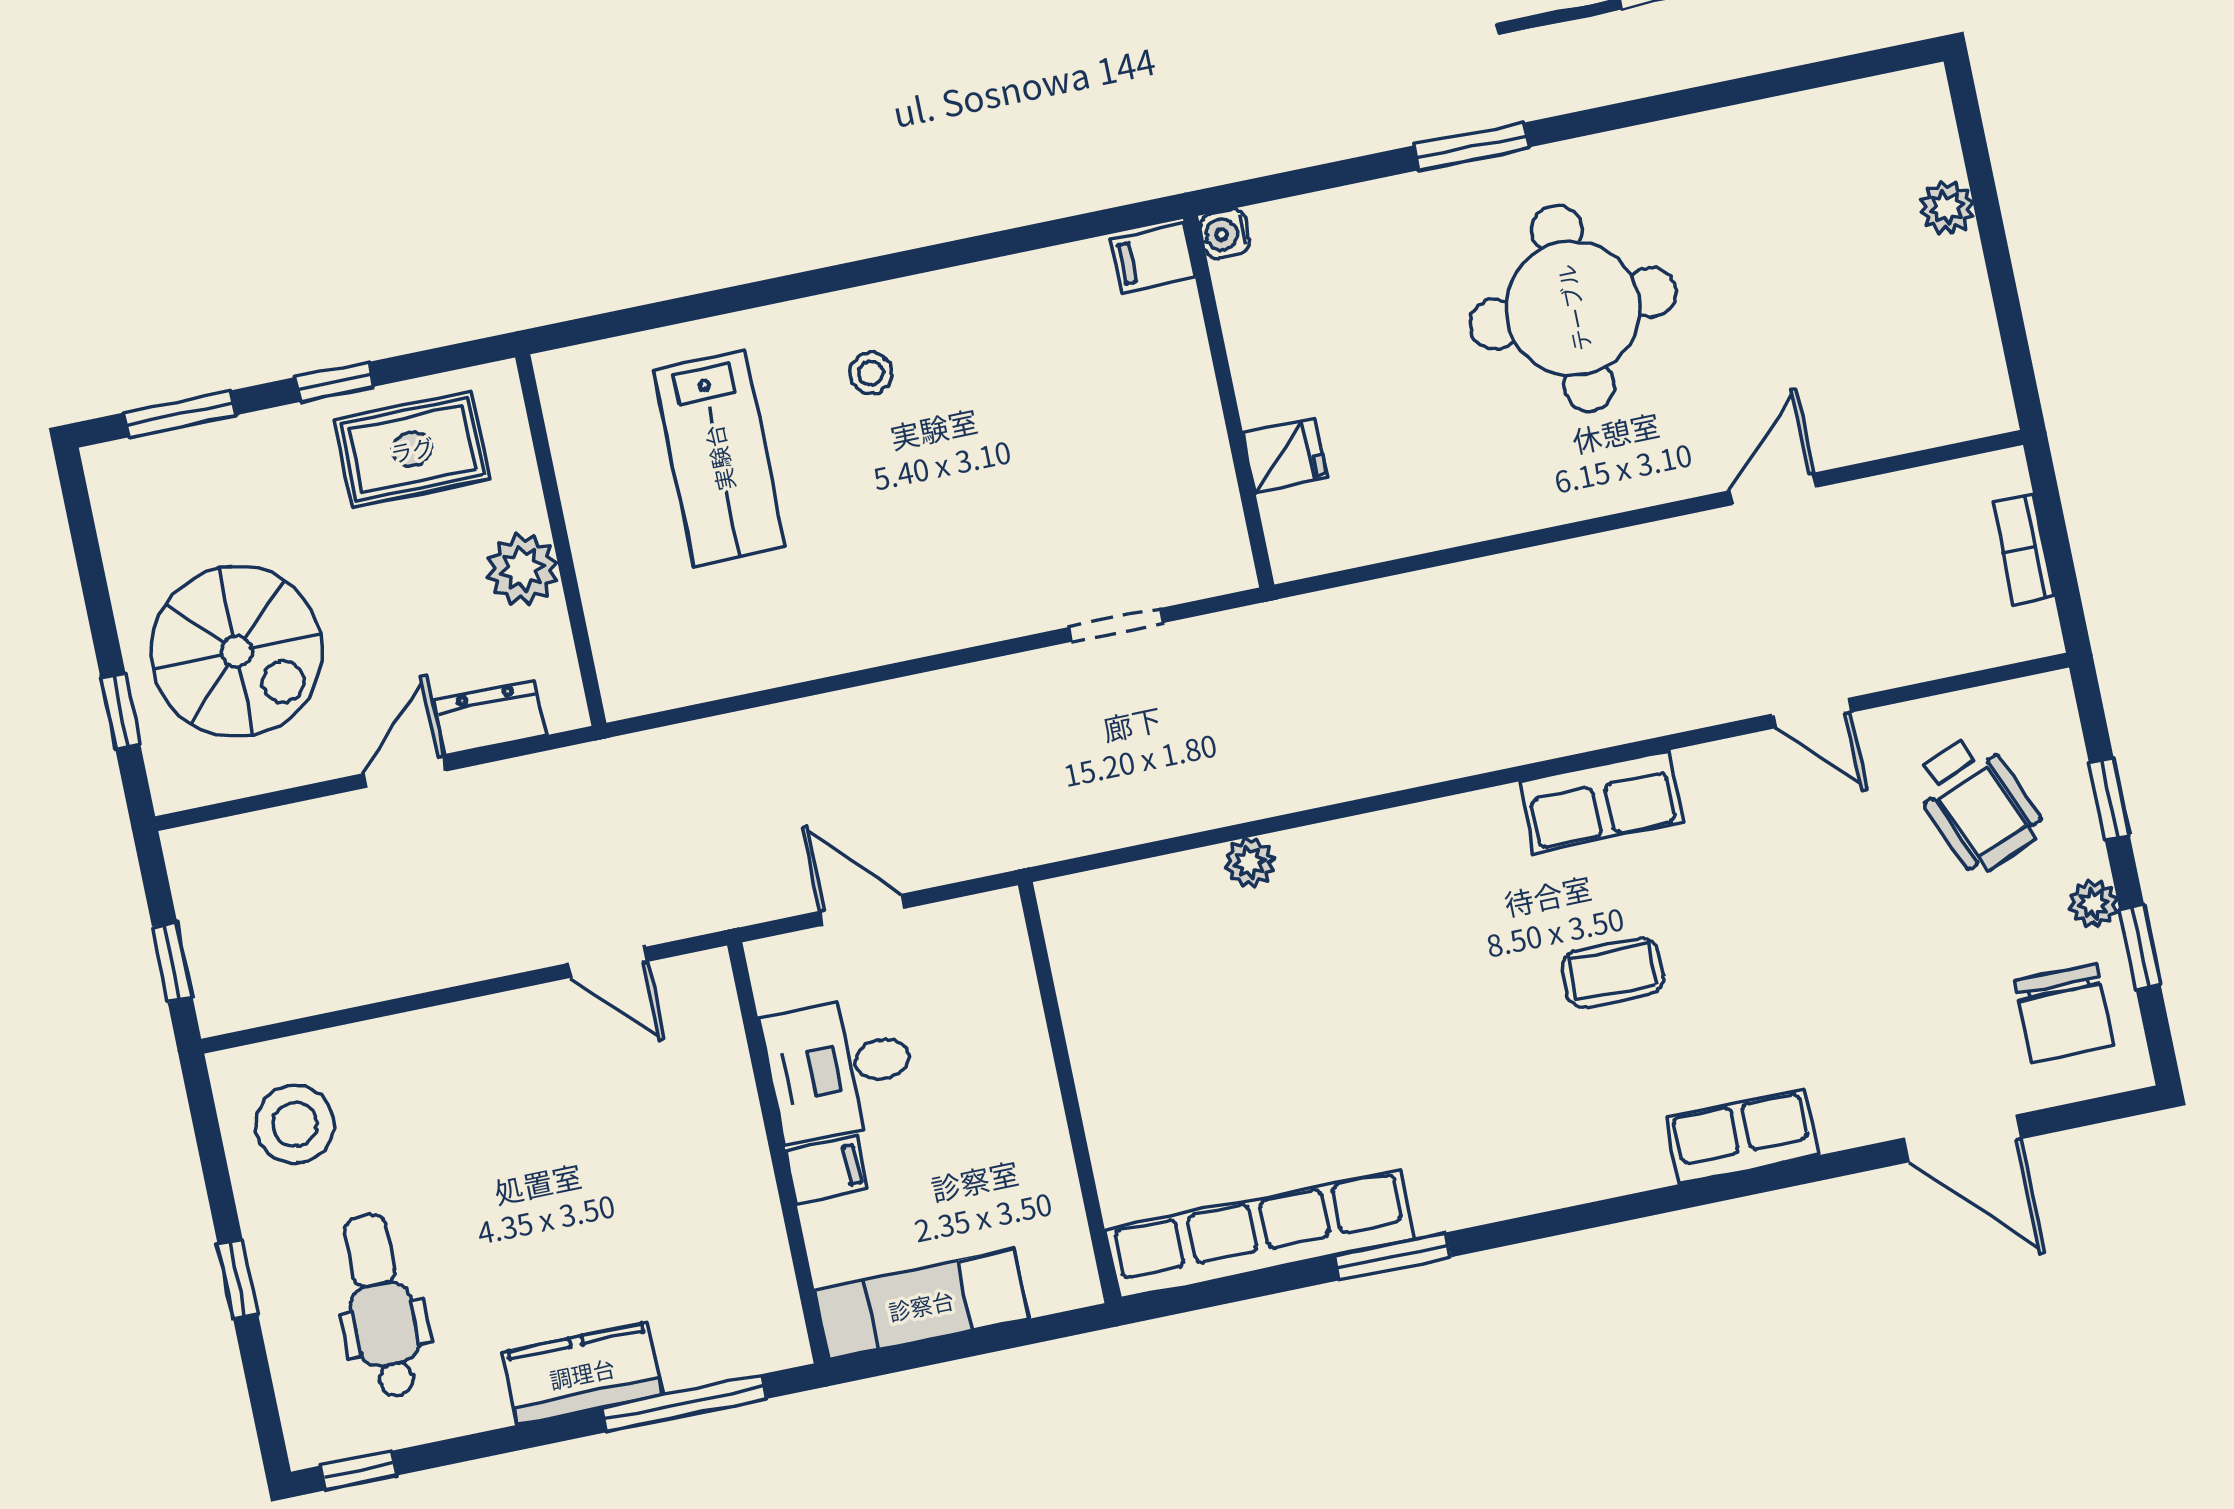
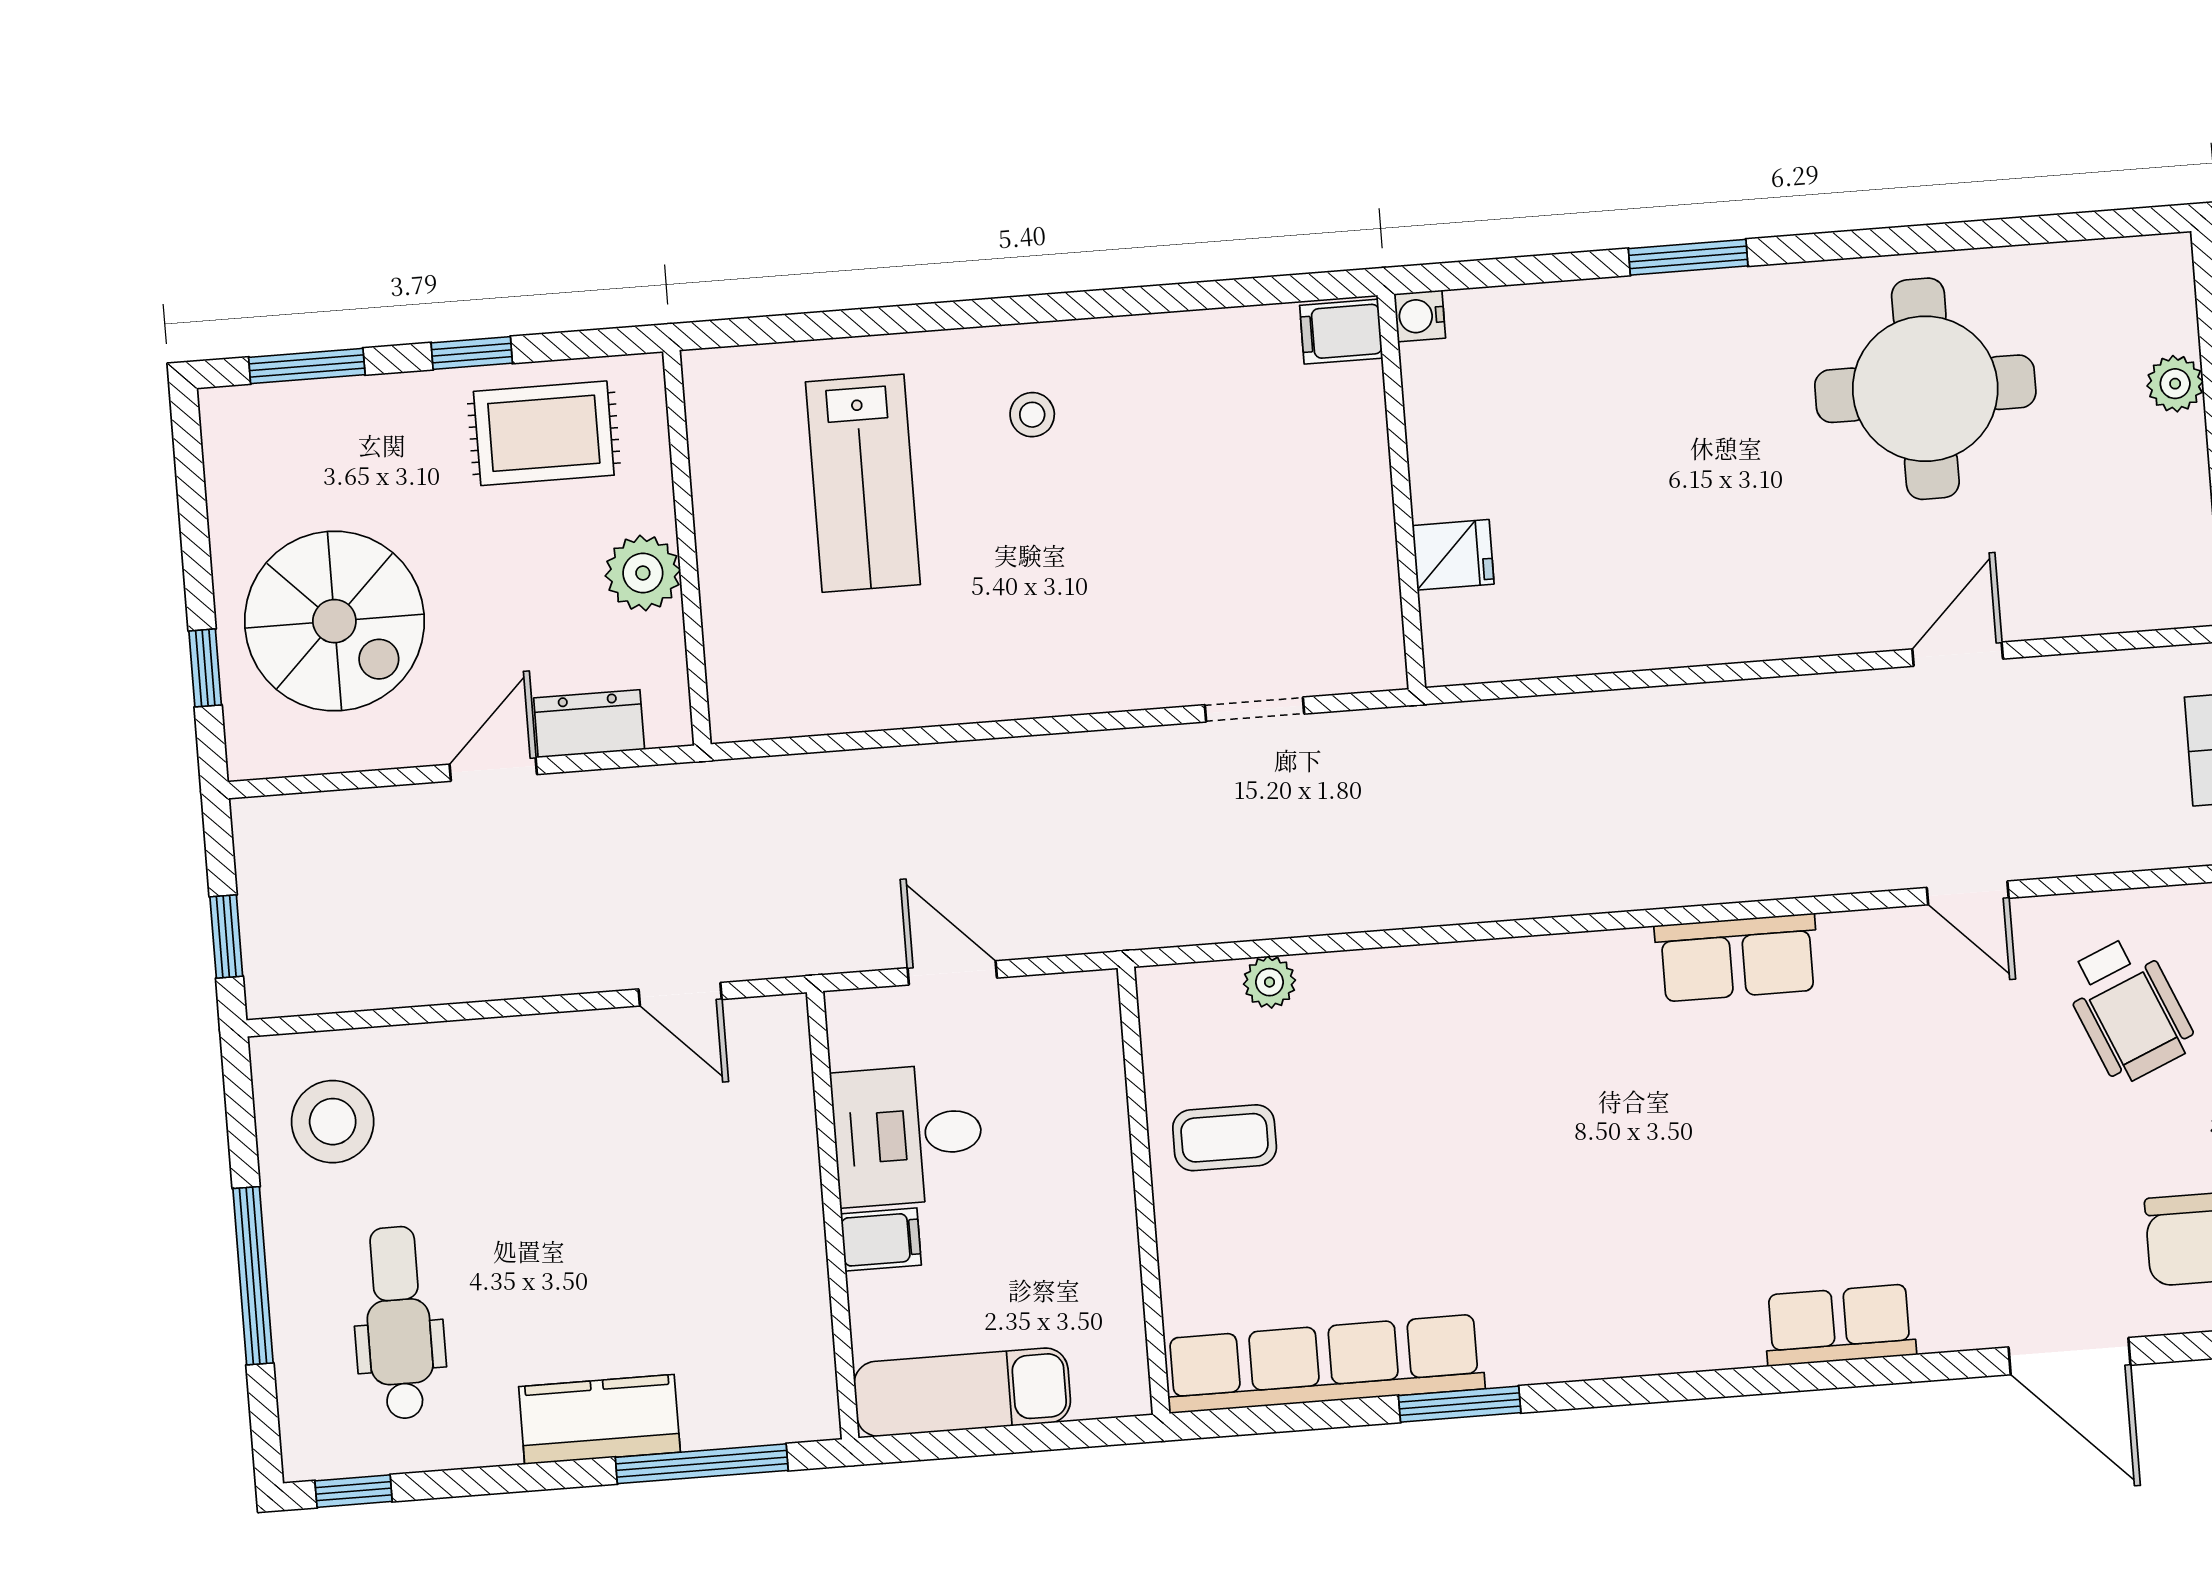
round table: (1573, 308) -> (1925, 389), moved
plant: (1249, 863) -> (1269, 982), moved
coffee table: (1613, 972) -> (1225, 1138), moved
window: (238, 1279) -> (253, 1276), width x2.17

